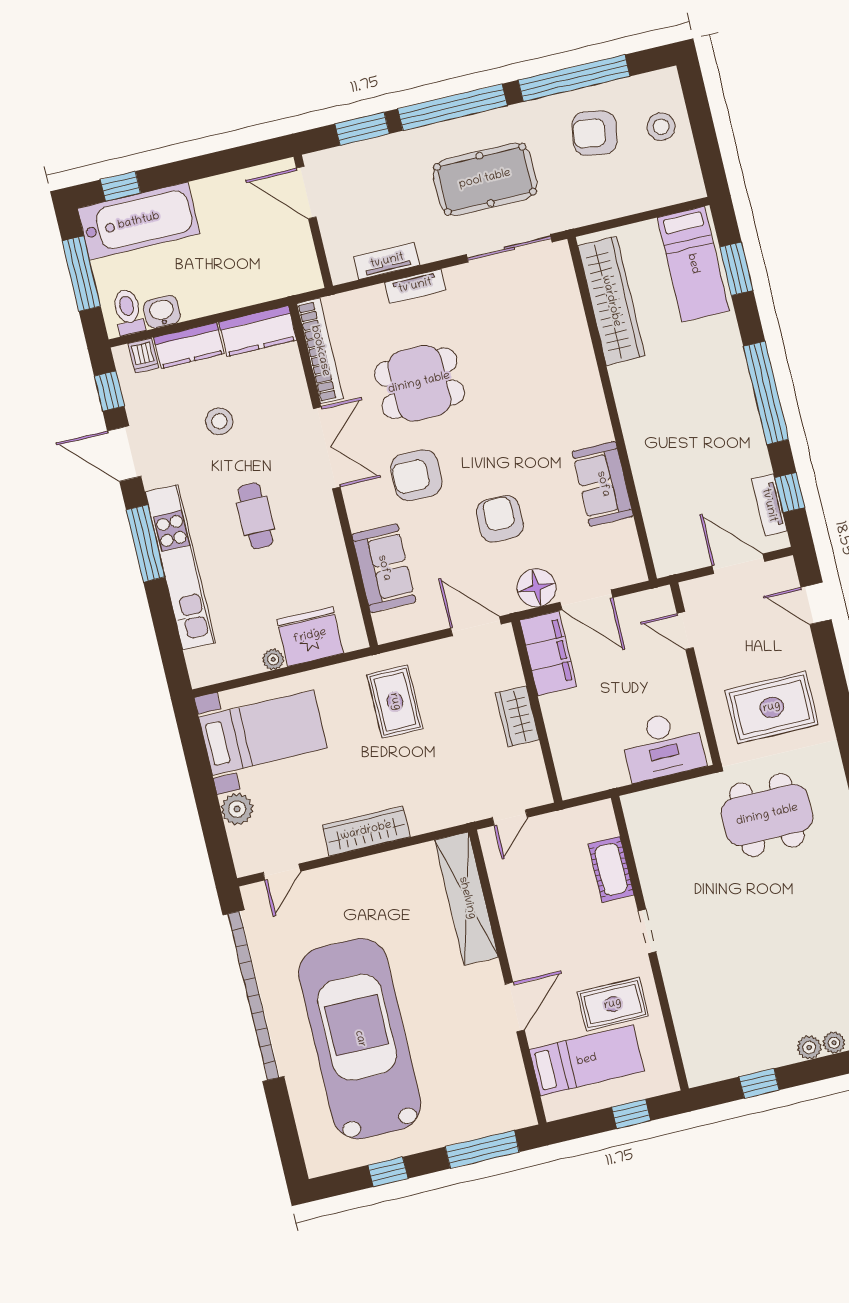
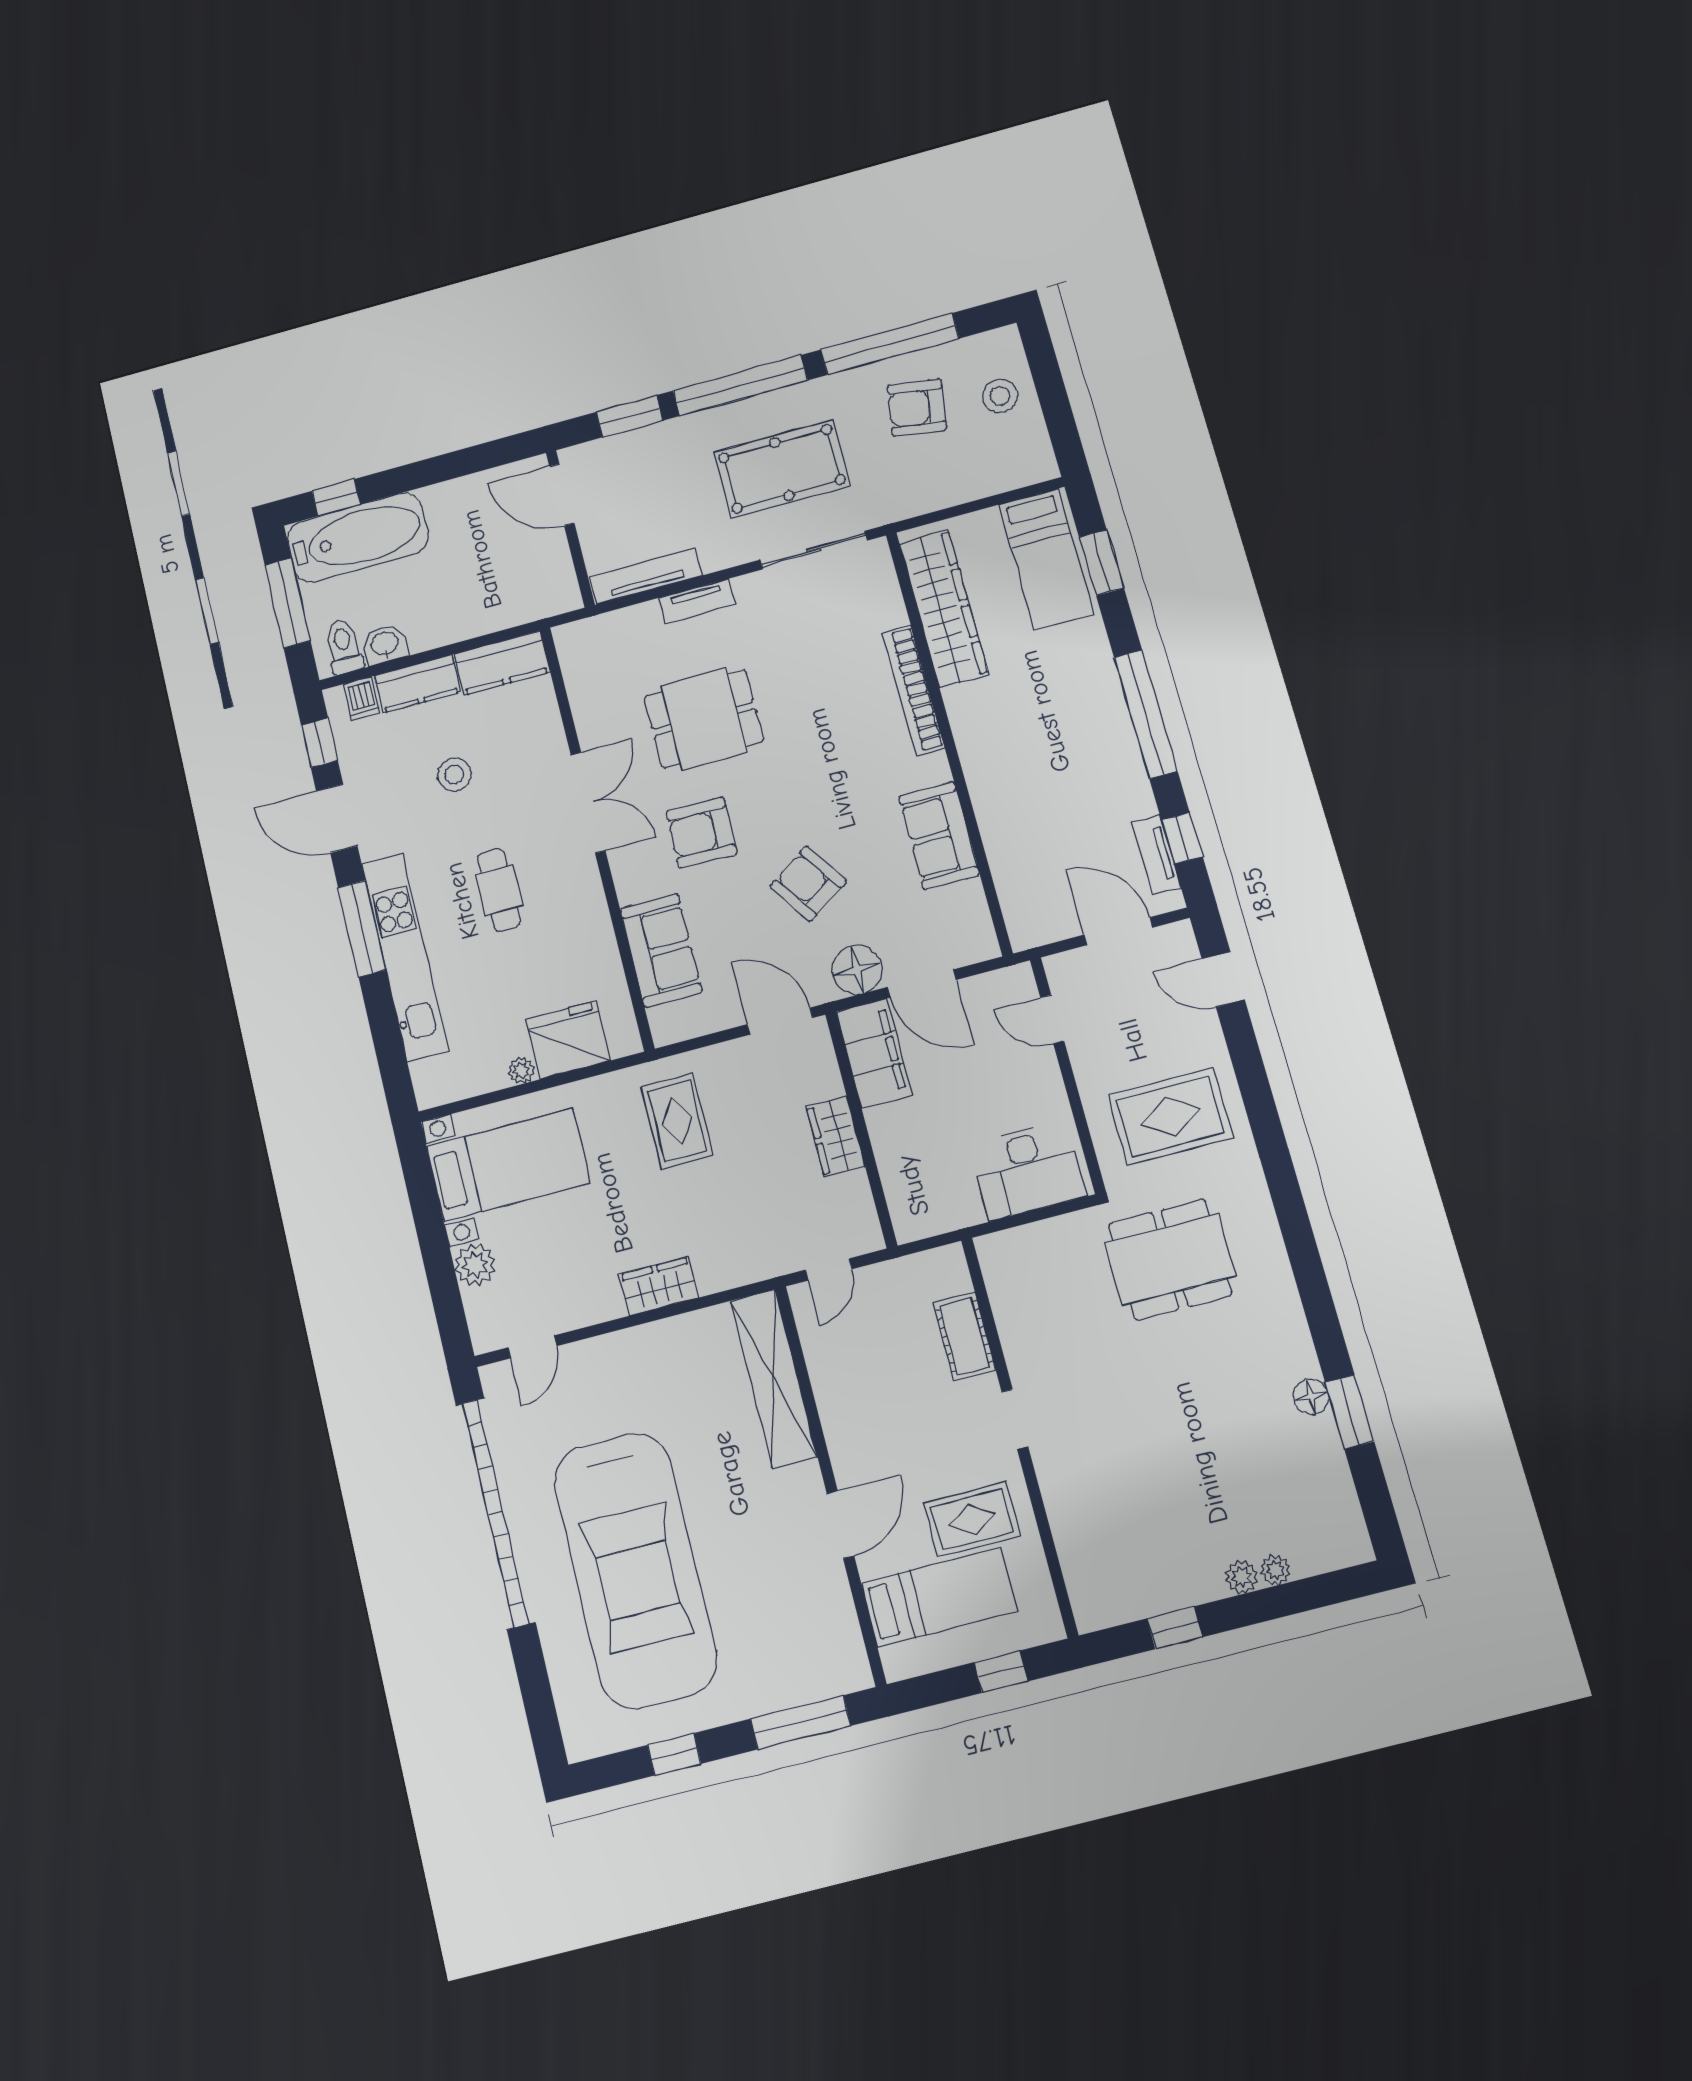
tv unit: (387, 261) -> (646, 576), width x1.41
bookcase: (320, 351) -> (913, 690), moved, turned 180
armchair: (500, 519) -> (808, 884), turned -34
wardrobe: (366, 831) -> (659, 1286), width x0.67
car: (360, 1039) -> (635, 1570), turned 180

